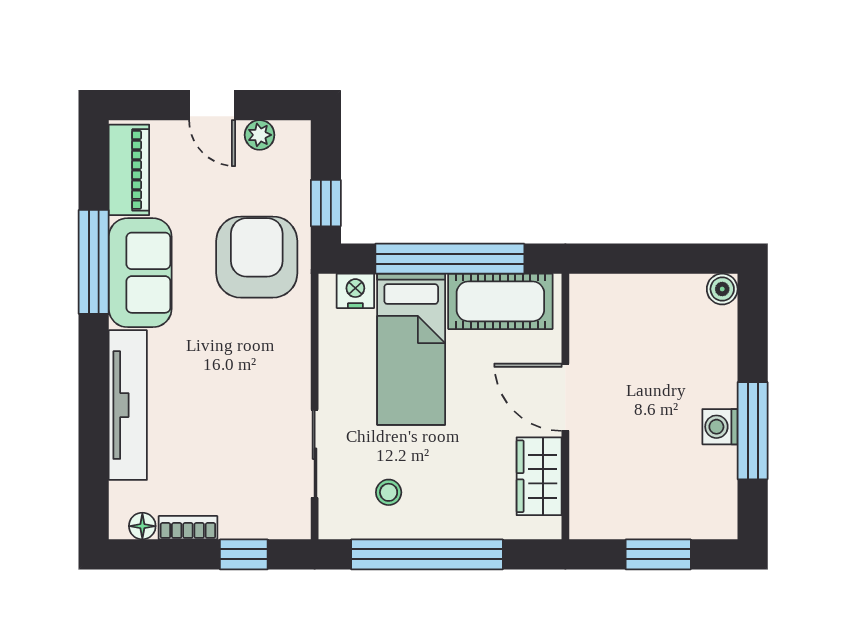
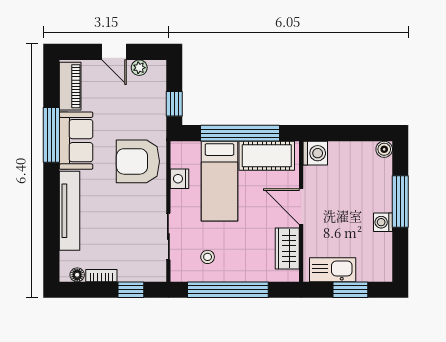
armchair: (257, 257) -> (138, 161), moved, turned -90
nightstand: (355, 291) -> (179, 179), moved, turned -90
washing machine: (592, 296) -> (315, 153), added
window: (753, 431) -> (400, 202), moved
kitchen sink: (625, 516) -> (333, 270), added

